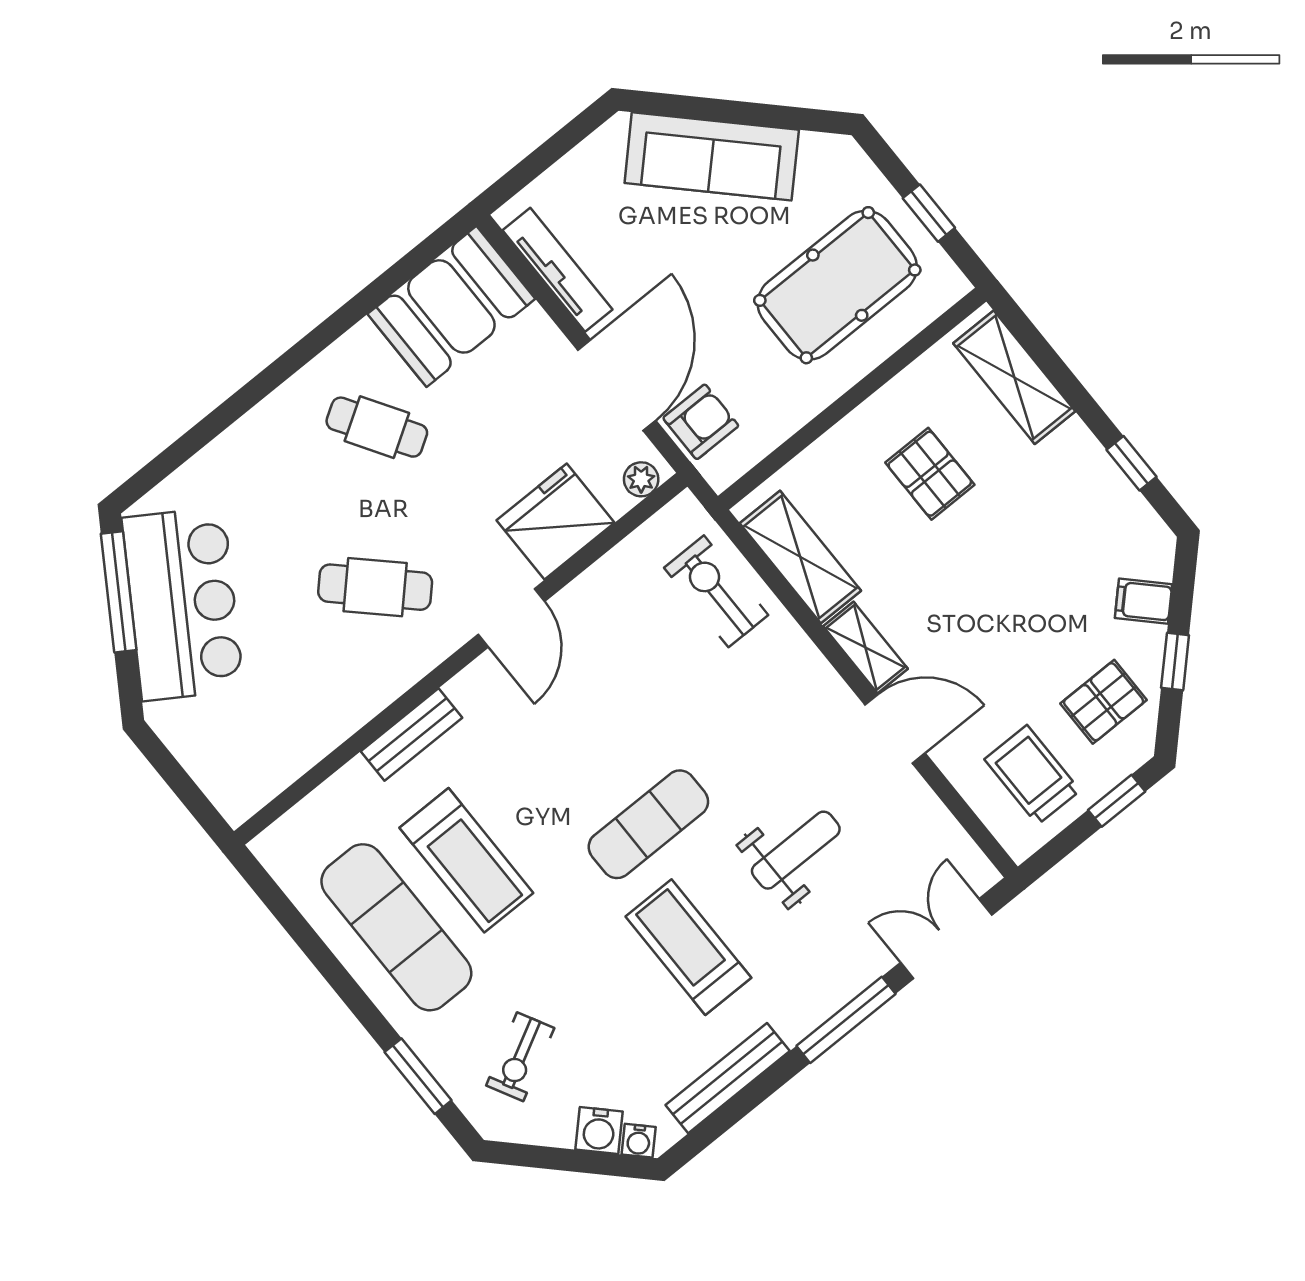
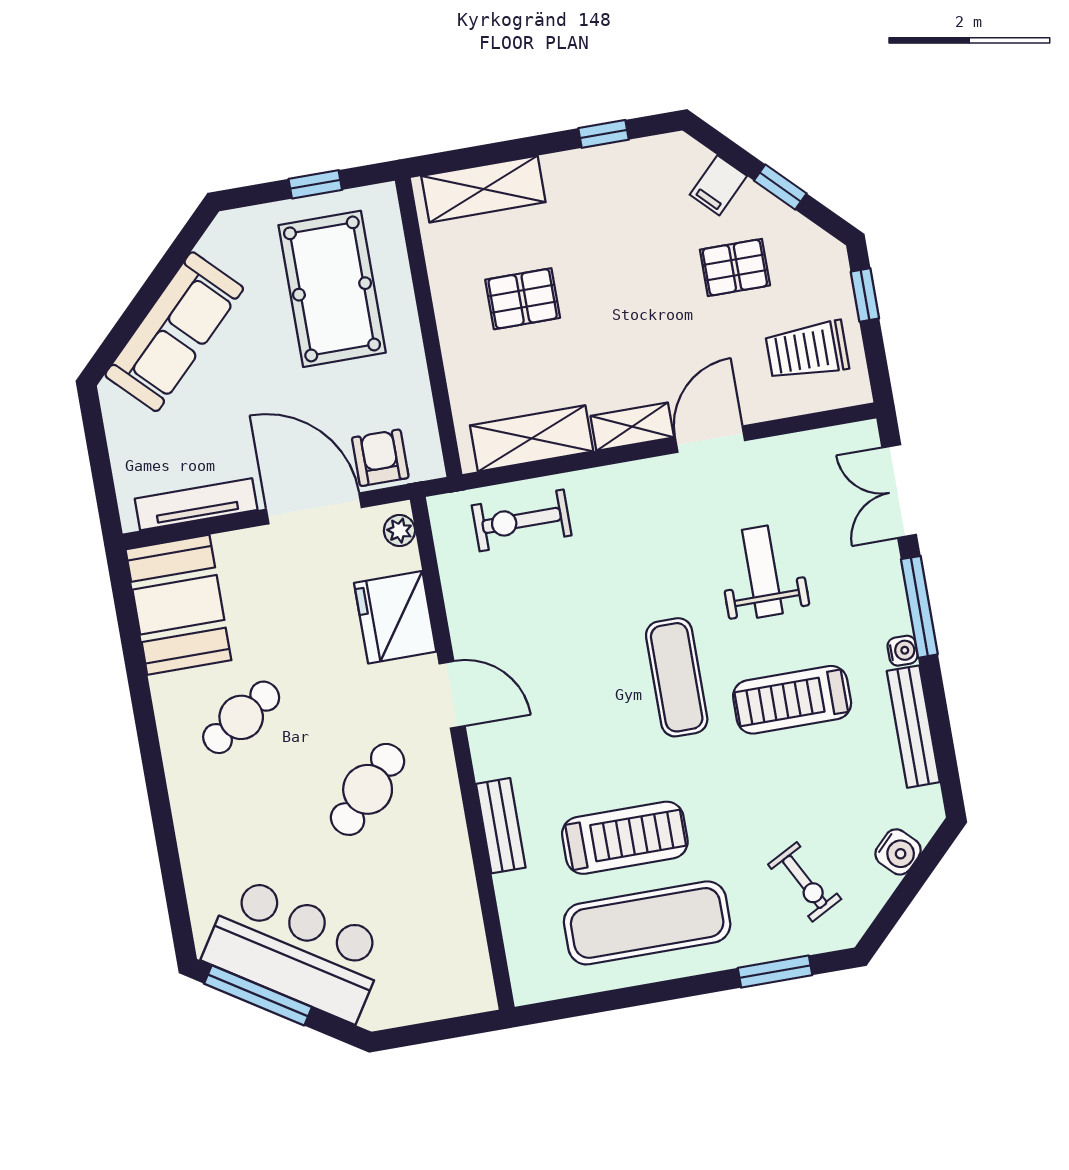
pallet: (1104, 702) -> (735, 268), moved, turned 90
water cooler: (639, 1141) -> (903, 651), moved, turned -45

